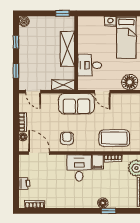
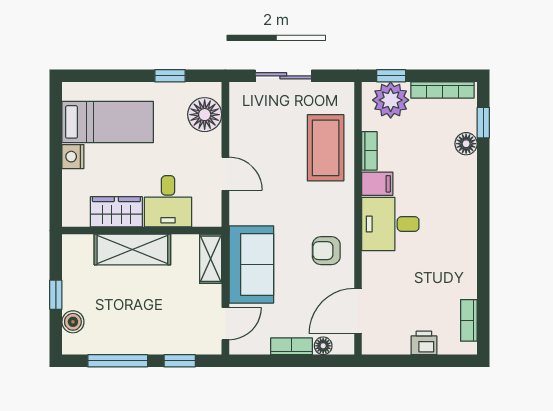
window: (62, 13) -> (56, 295), moved
boiler: (24, 21) -> (73, 322), moved
wardrobe: (85, 41) -> (116, 212), added
window: (16, 42) -> (118, 361), width x2.17
door: (102, 92) -> (225, 174), hinge flipped
sofa: (76, 104) -> (251, 264), moved
floor lamp: (103, 203) -> (466, 144), moved
window: (109, 211) -> (483, 123), moved

